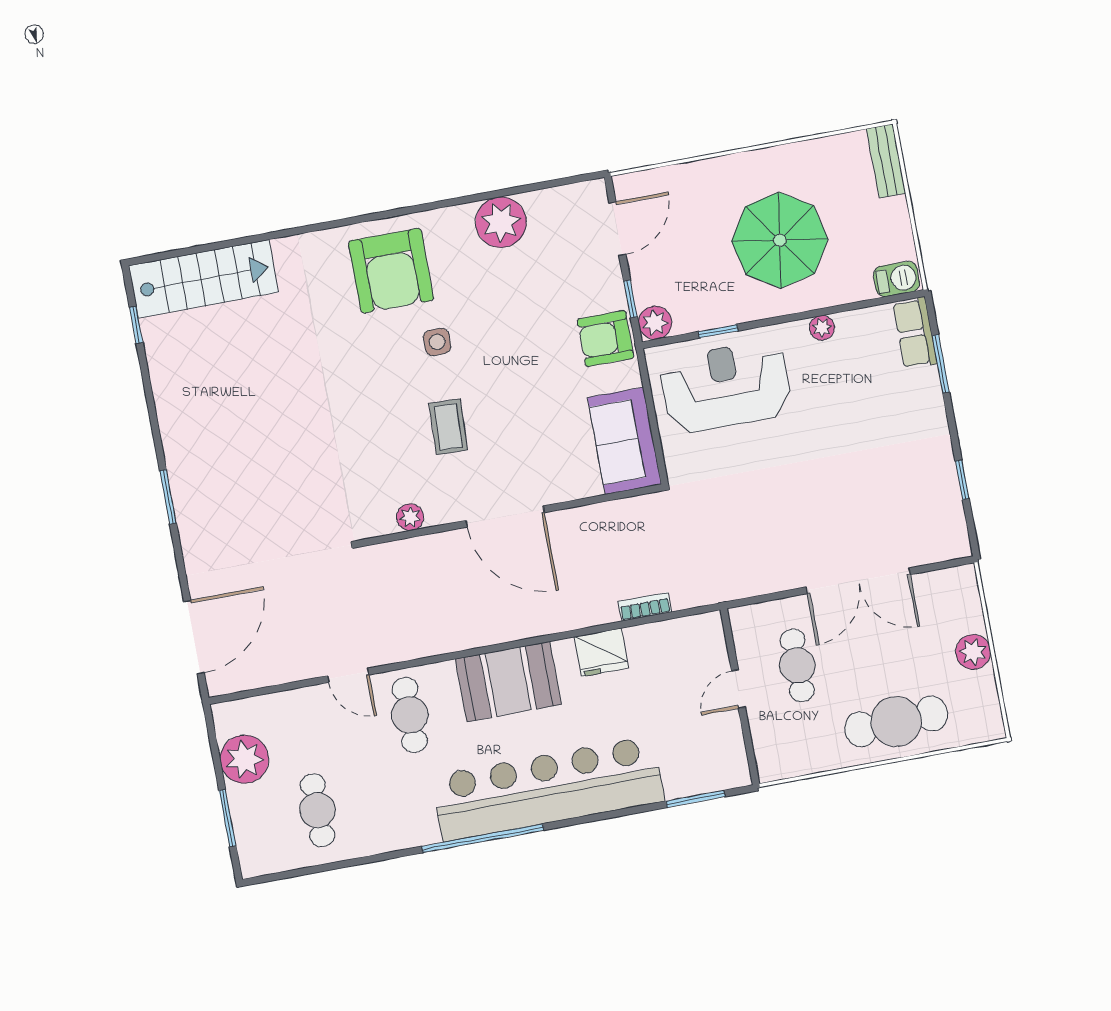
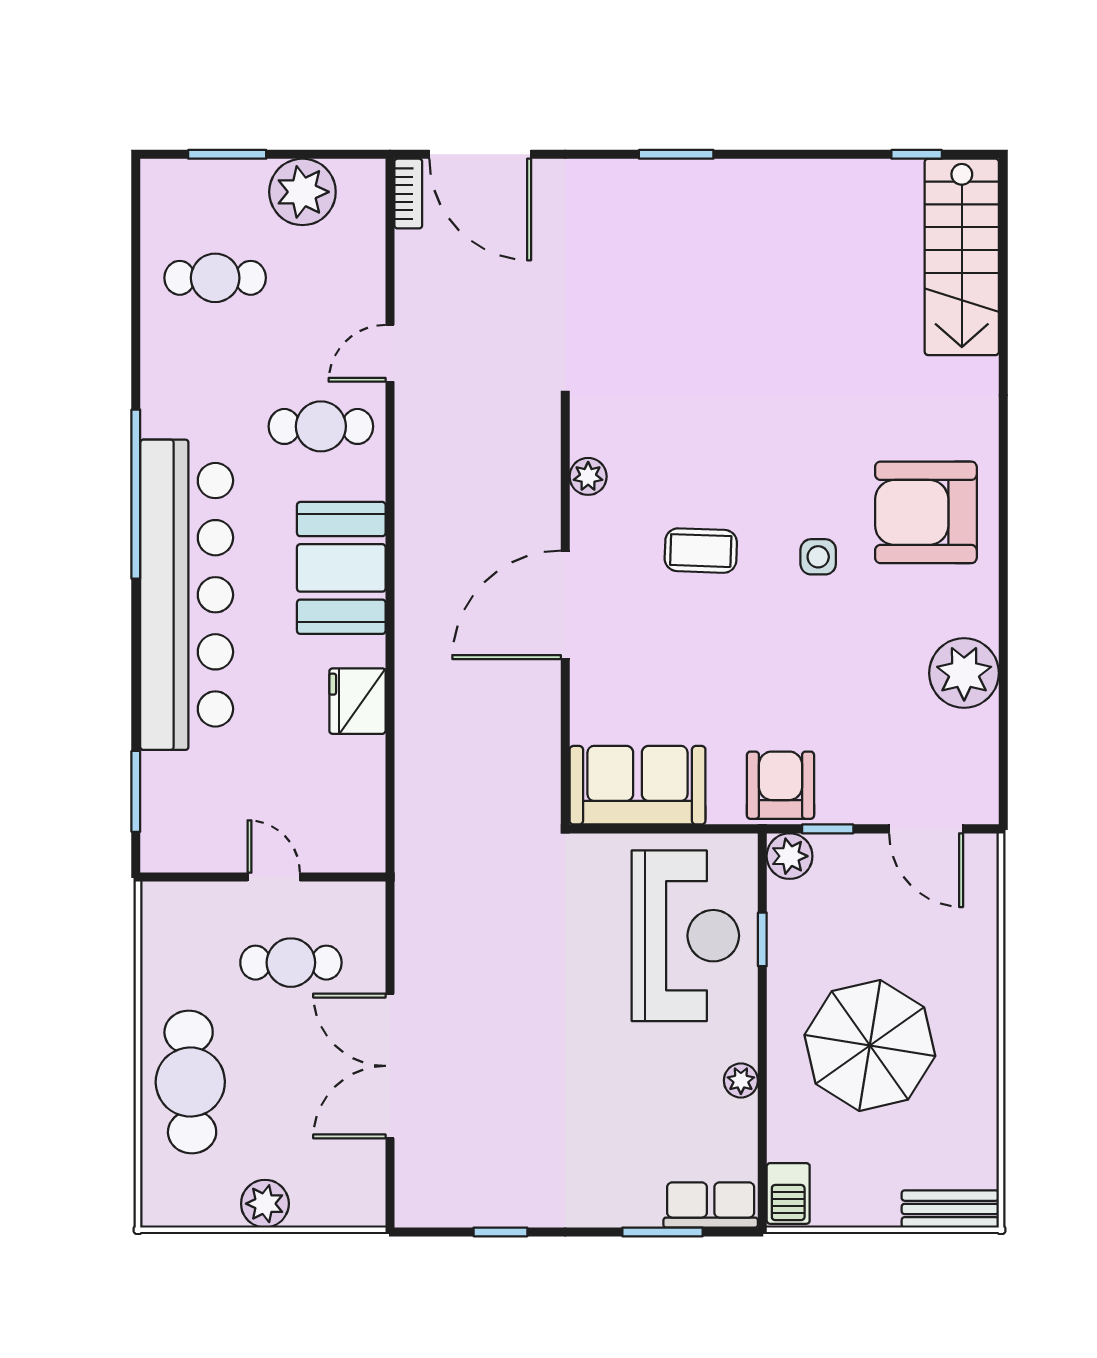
bookcase: (645, 607) -> (408, 194), moved

